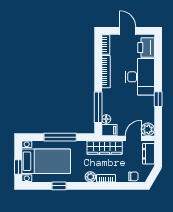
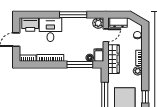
desk: (140, 77) -> (50, 30), width x0.73
window: (158, 99) -> (73, 15), width x2.17
door: (133, 138) -> (106, 35), swing flipped

